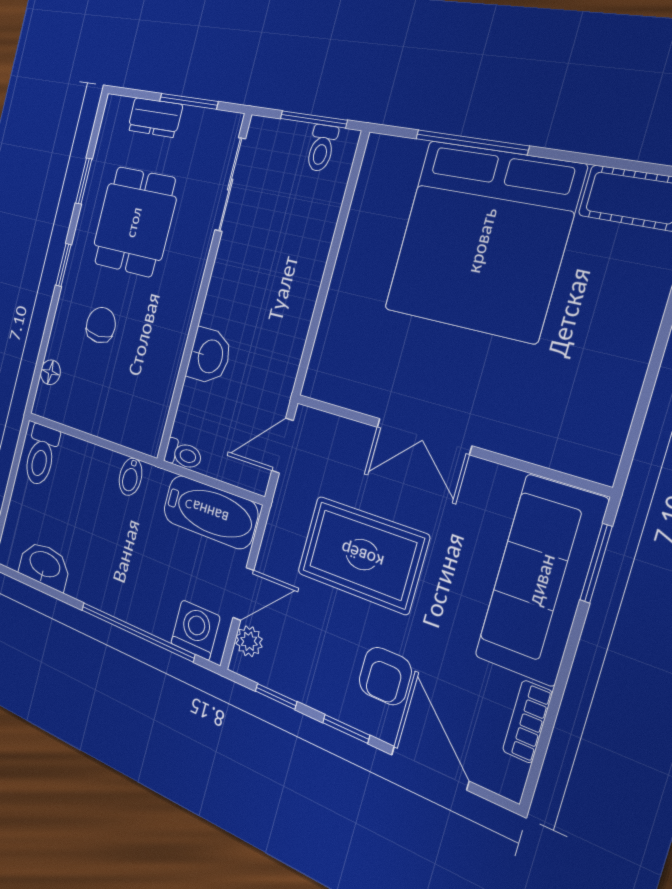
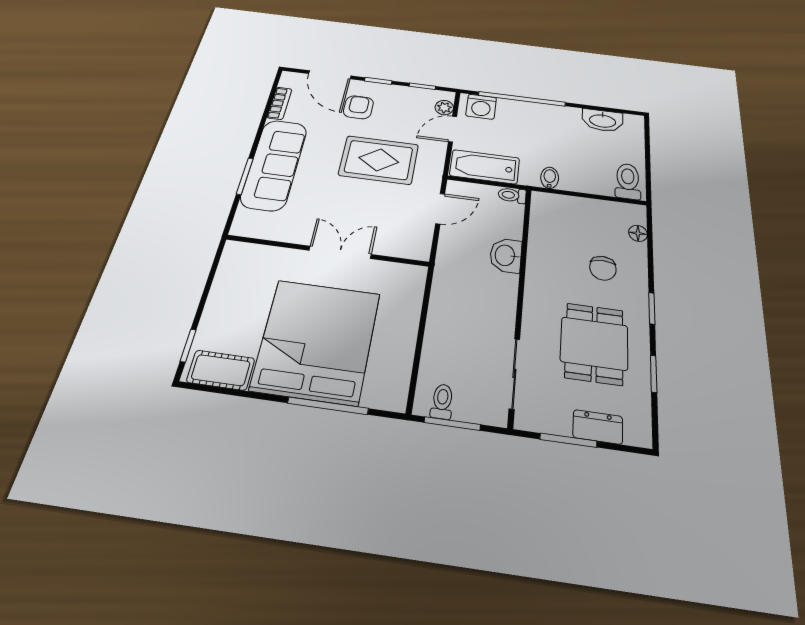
double door: (424, 436) -> (340, 252), moved
wall: (443, 442) -> (327, 251), moved

